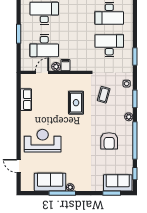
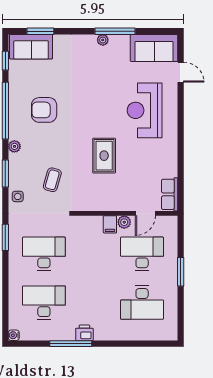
desk: (109, 46) -> (44, 254), turned 180
row of seats: (26, 100) -> (170, 194), moved
rug: (76, 103) -> (104, 156), moved
reception desk: (43, 141) -> (145, 110), turned 90
armchair: (109, 141) -> (44, 110), turned -90
sofa: (50, 182) -> (154, 48), moved

